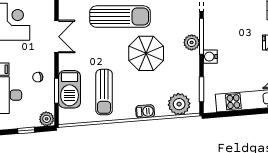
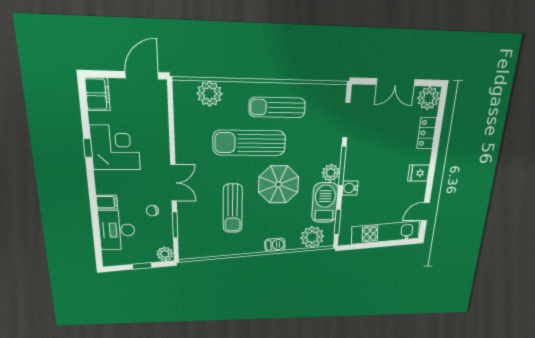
sun lounger: (120, 17) -> (249, 143), turned 180
double door: (57, 37) -> (174, 183), moved
barbecue: (70, 89) -> (325, 203), moved, turned 180
sun lounger: (104, 92) -> (233, 208), moved

